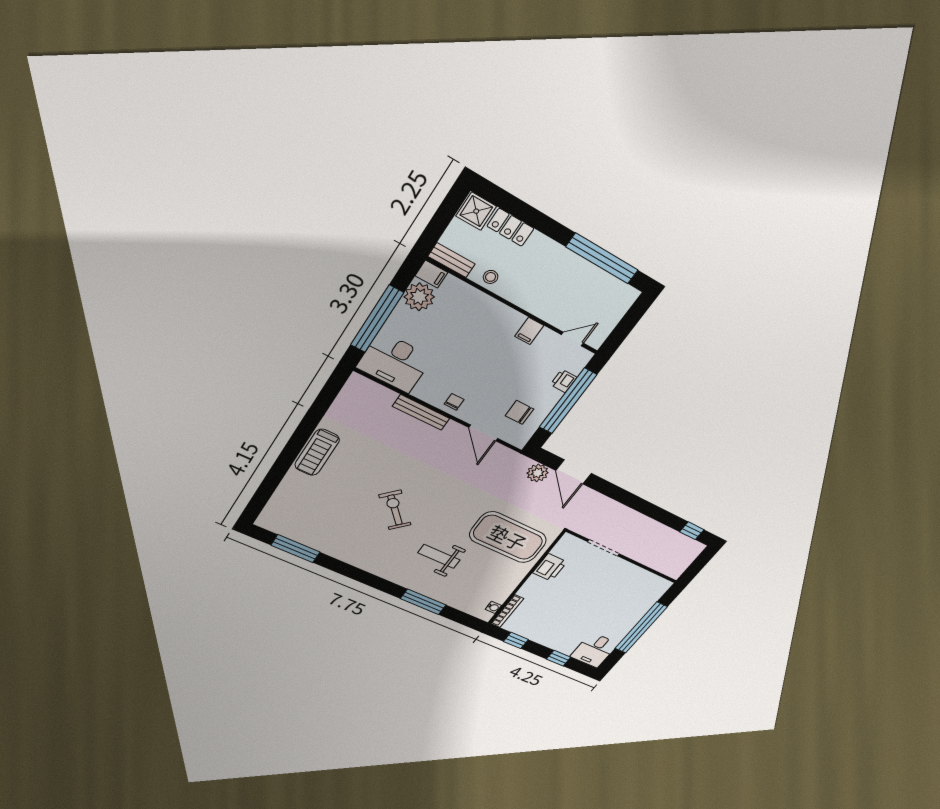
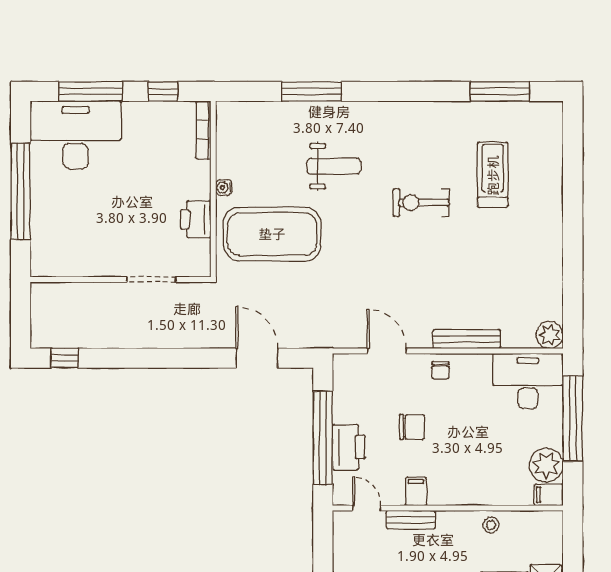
bench: (451, 260) -> (411, 520), moved
door: (572, 339) -> (367, 508), swing flipped
printer: (564, 381) -> (349, 447), width x1.87, depth x1.48
chair: (519, 412) -> (412, 427), moved
treadmill: (317, 452) -> (493, 175), moved
plant: (538, 473) -> (550, 335), moved
exercise bike: (395, 510) -> (421, 203), turned 134
water cooler: (493, 607) -> (224, 187), moved
desk: (594, 650) -> (76, 135), width x1.87, depth x1.30
window: (559, 658) -> (91, 91), width x2.17

